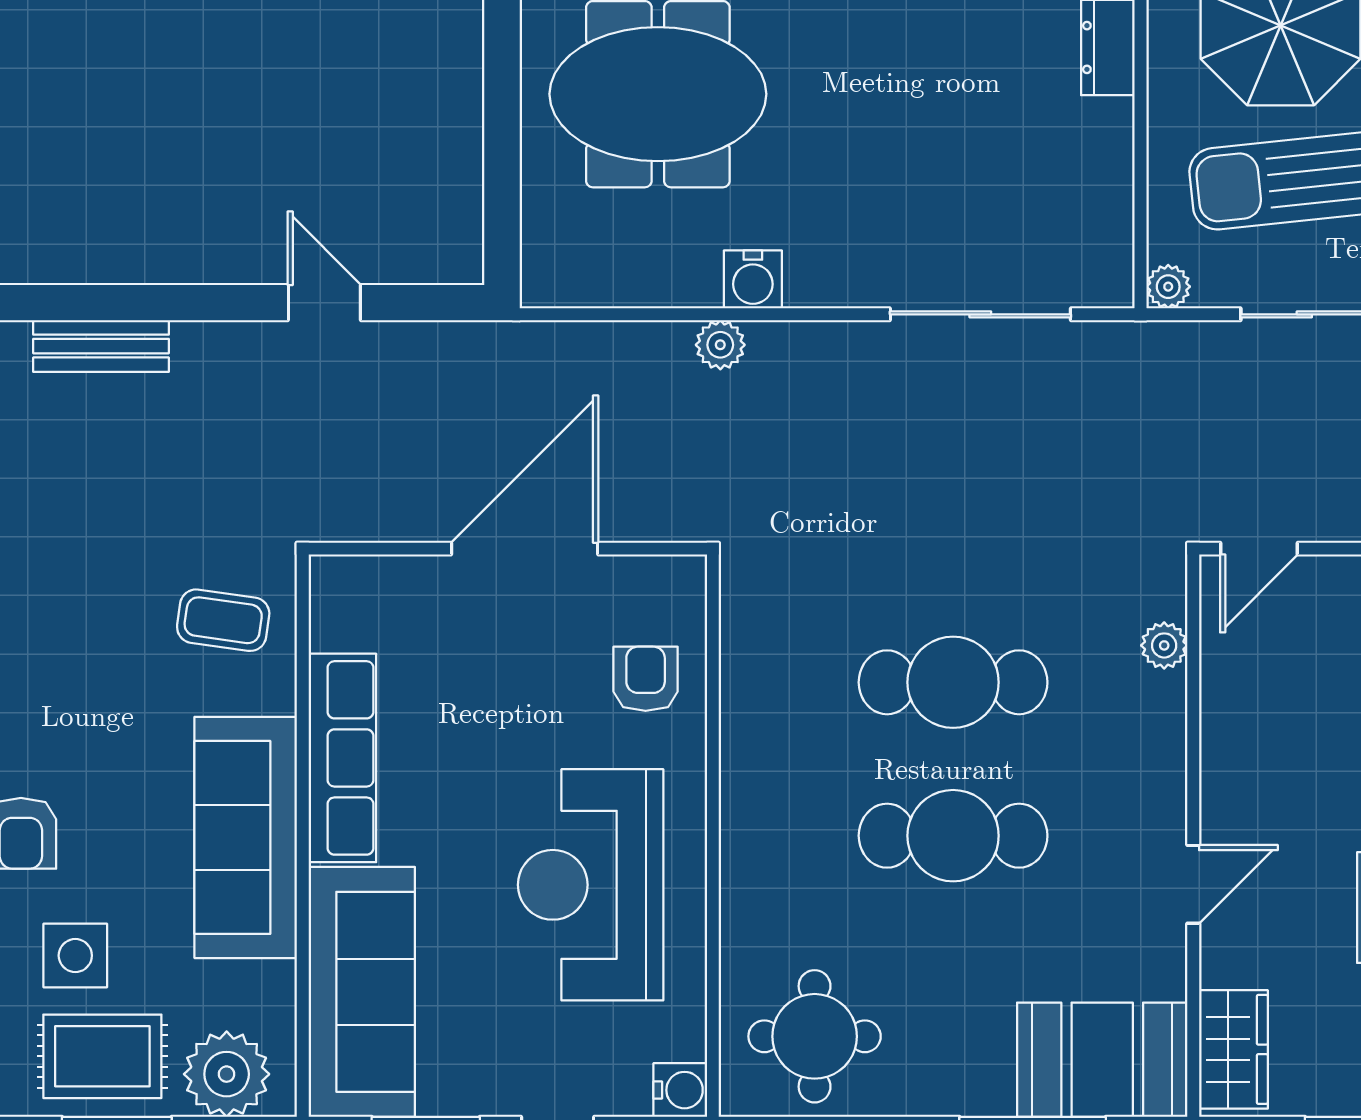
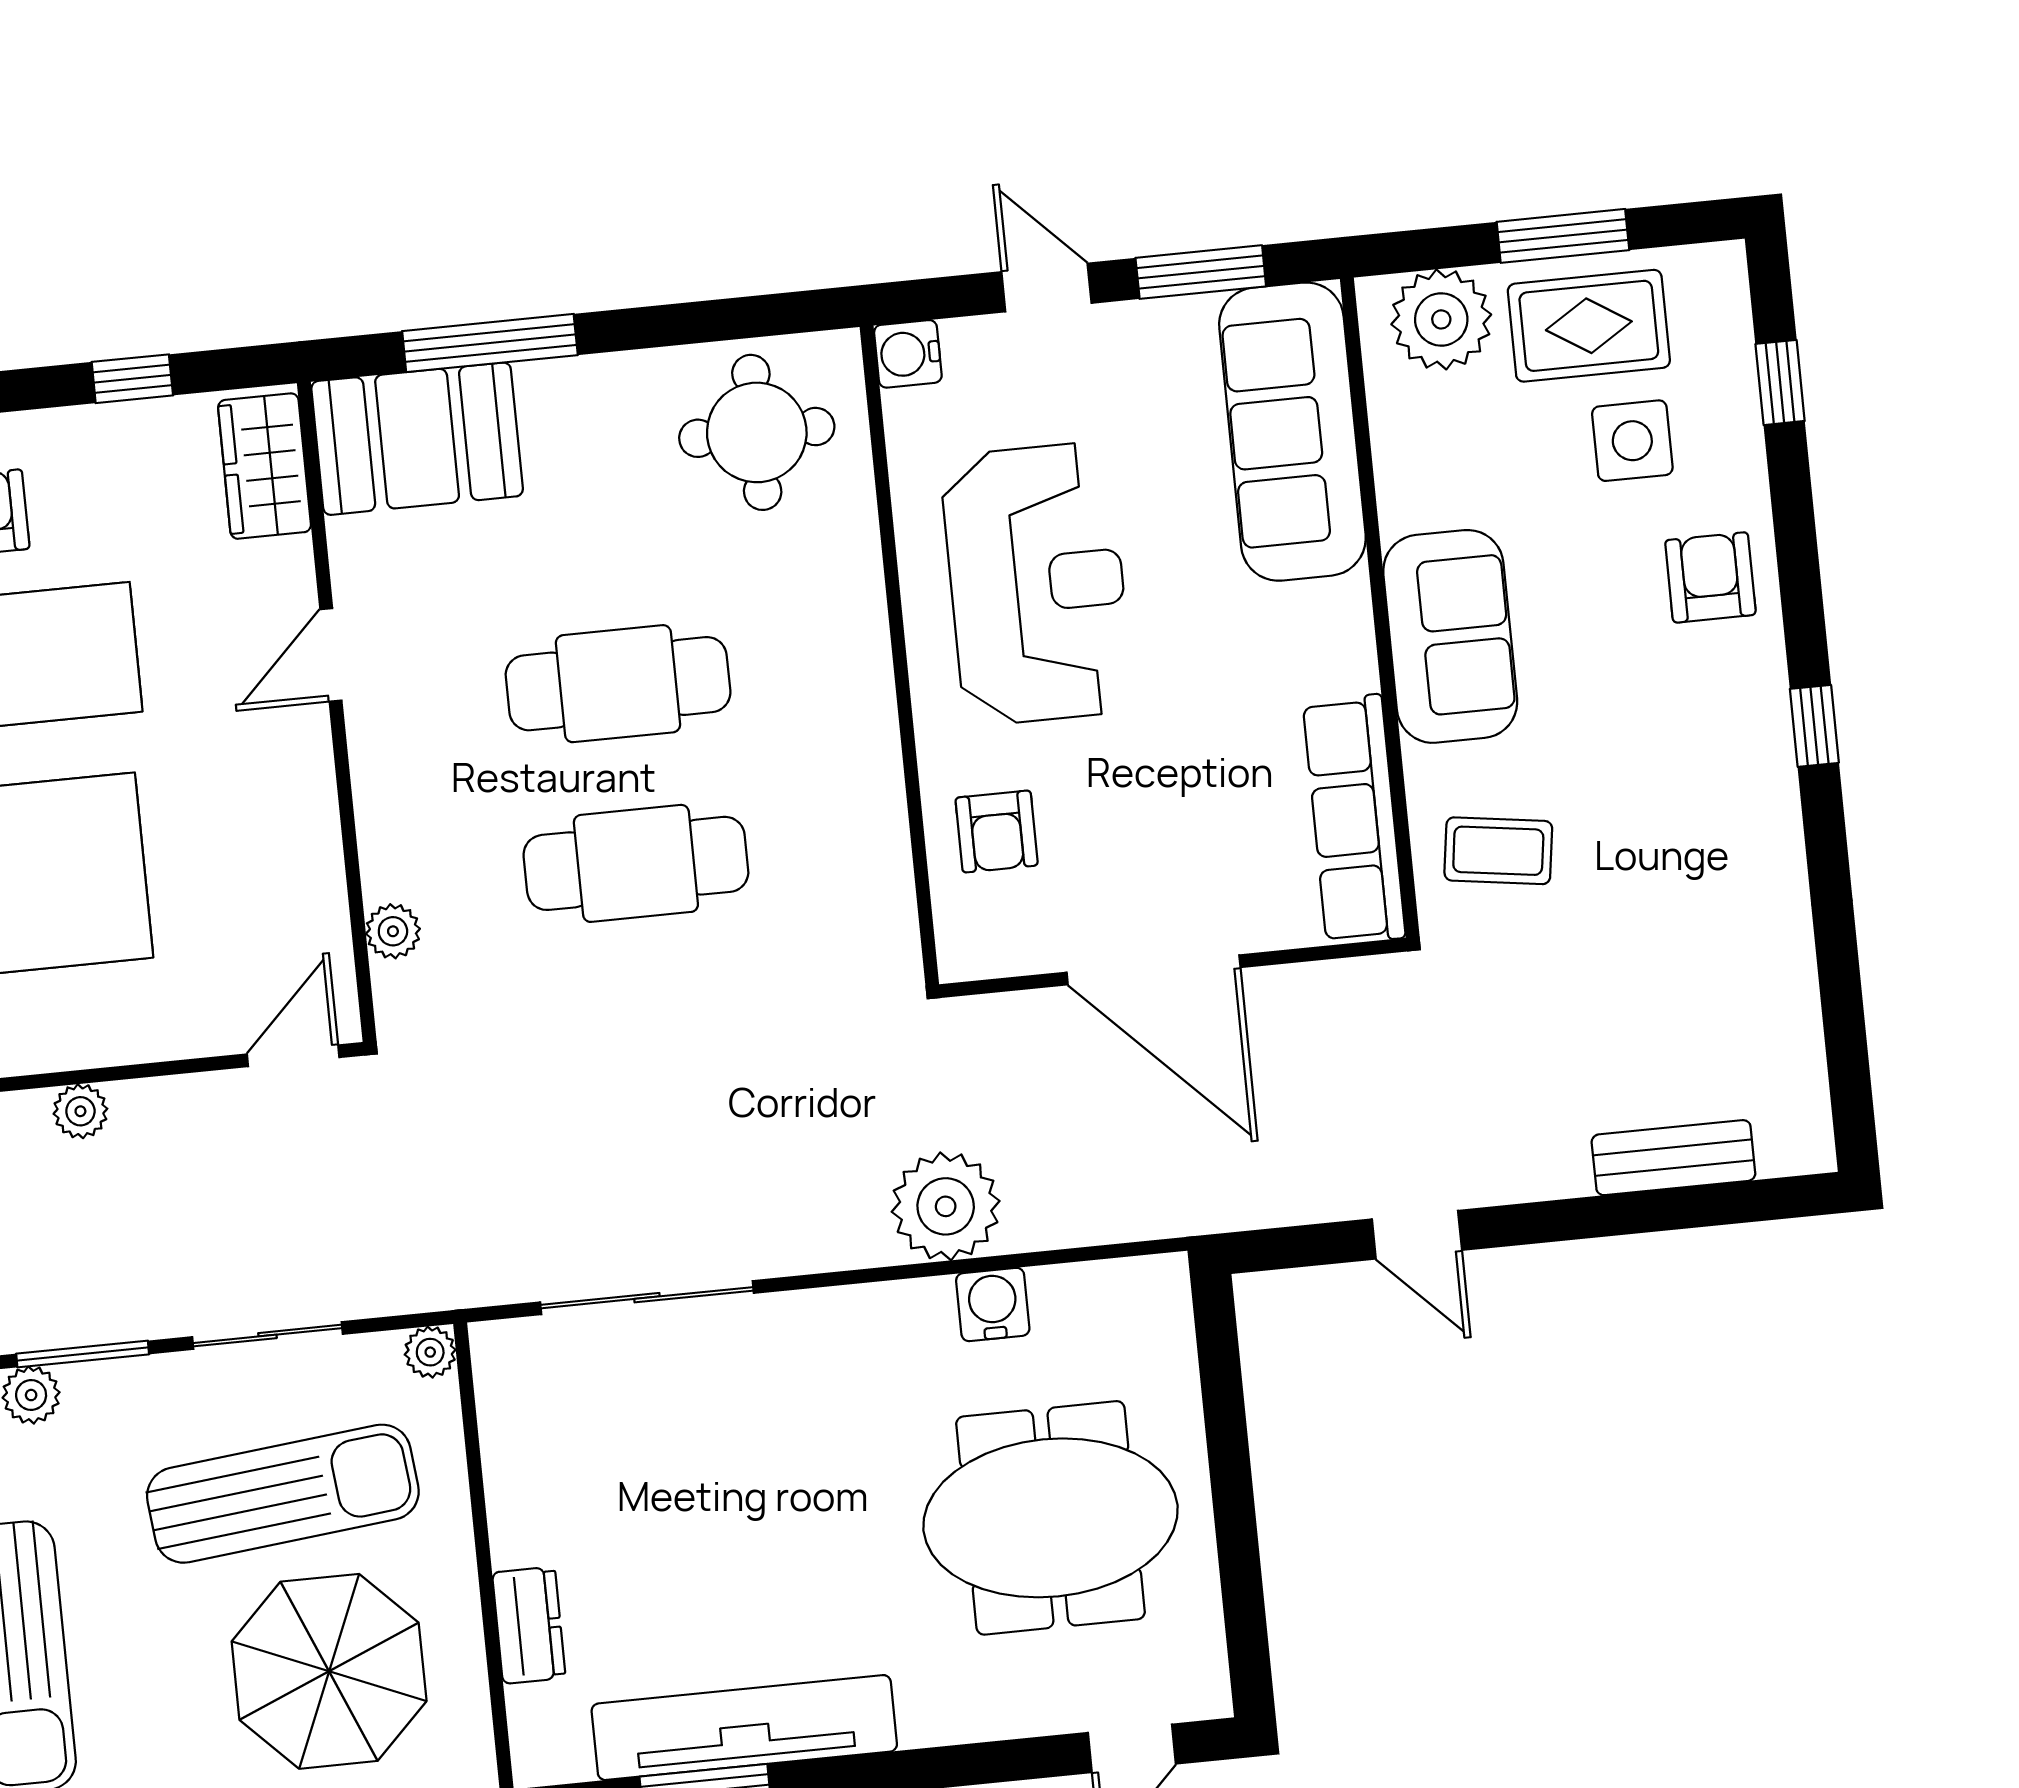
water cooler: (753, 279) -> (993, 1304), moved
plant: (720, 345) -> (946, 1206), width x1.87, depth x1.87
door: (525, 549) -> (1154, 970), hinge flipped
row of seats: (342, 758) -> (1354, 820), moved
sofa: (246, 837) -> (1450, 636), width x0.73

